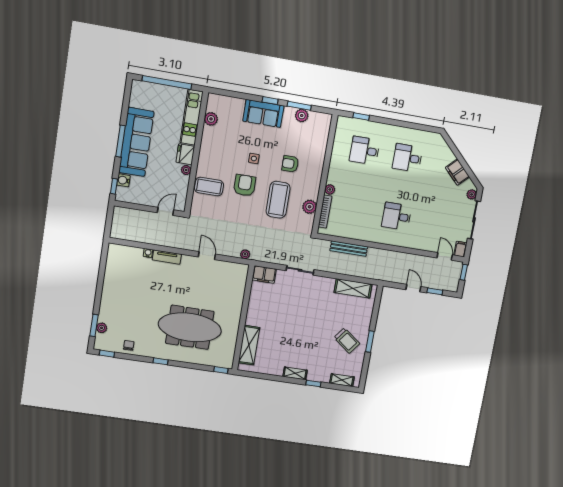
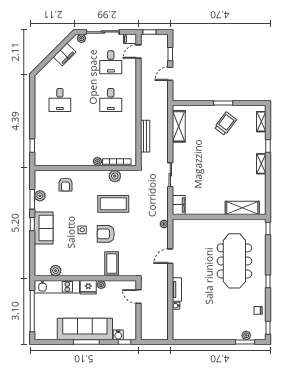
desk: (365, 151) -> (111, 62), moved
armchair: (290, 164) -> (66, 185), moved

